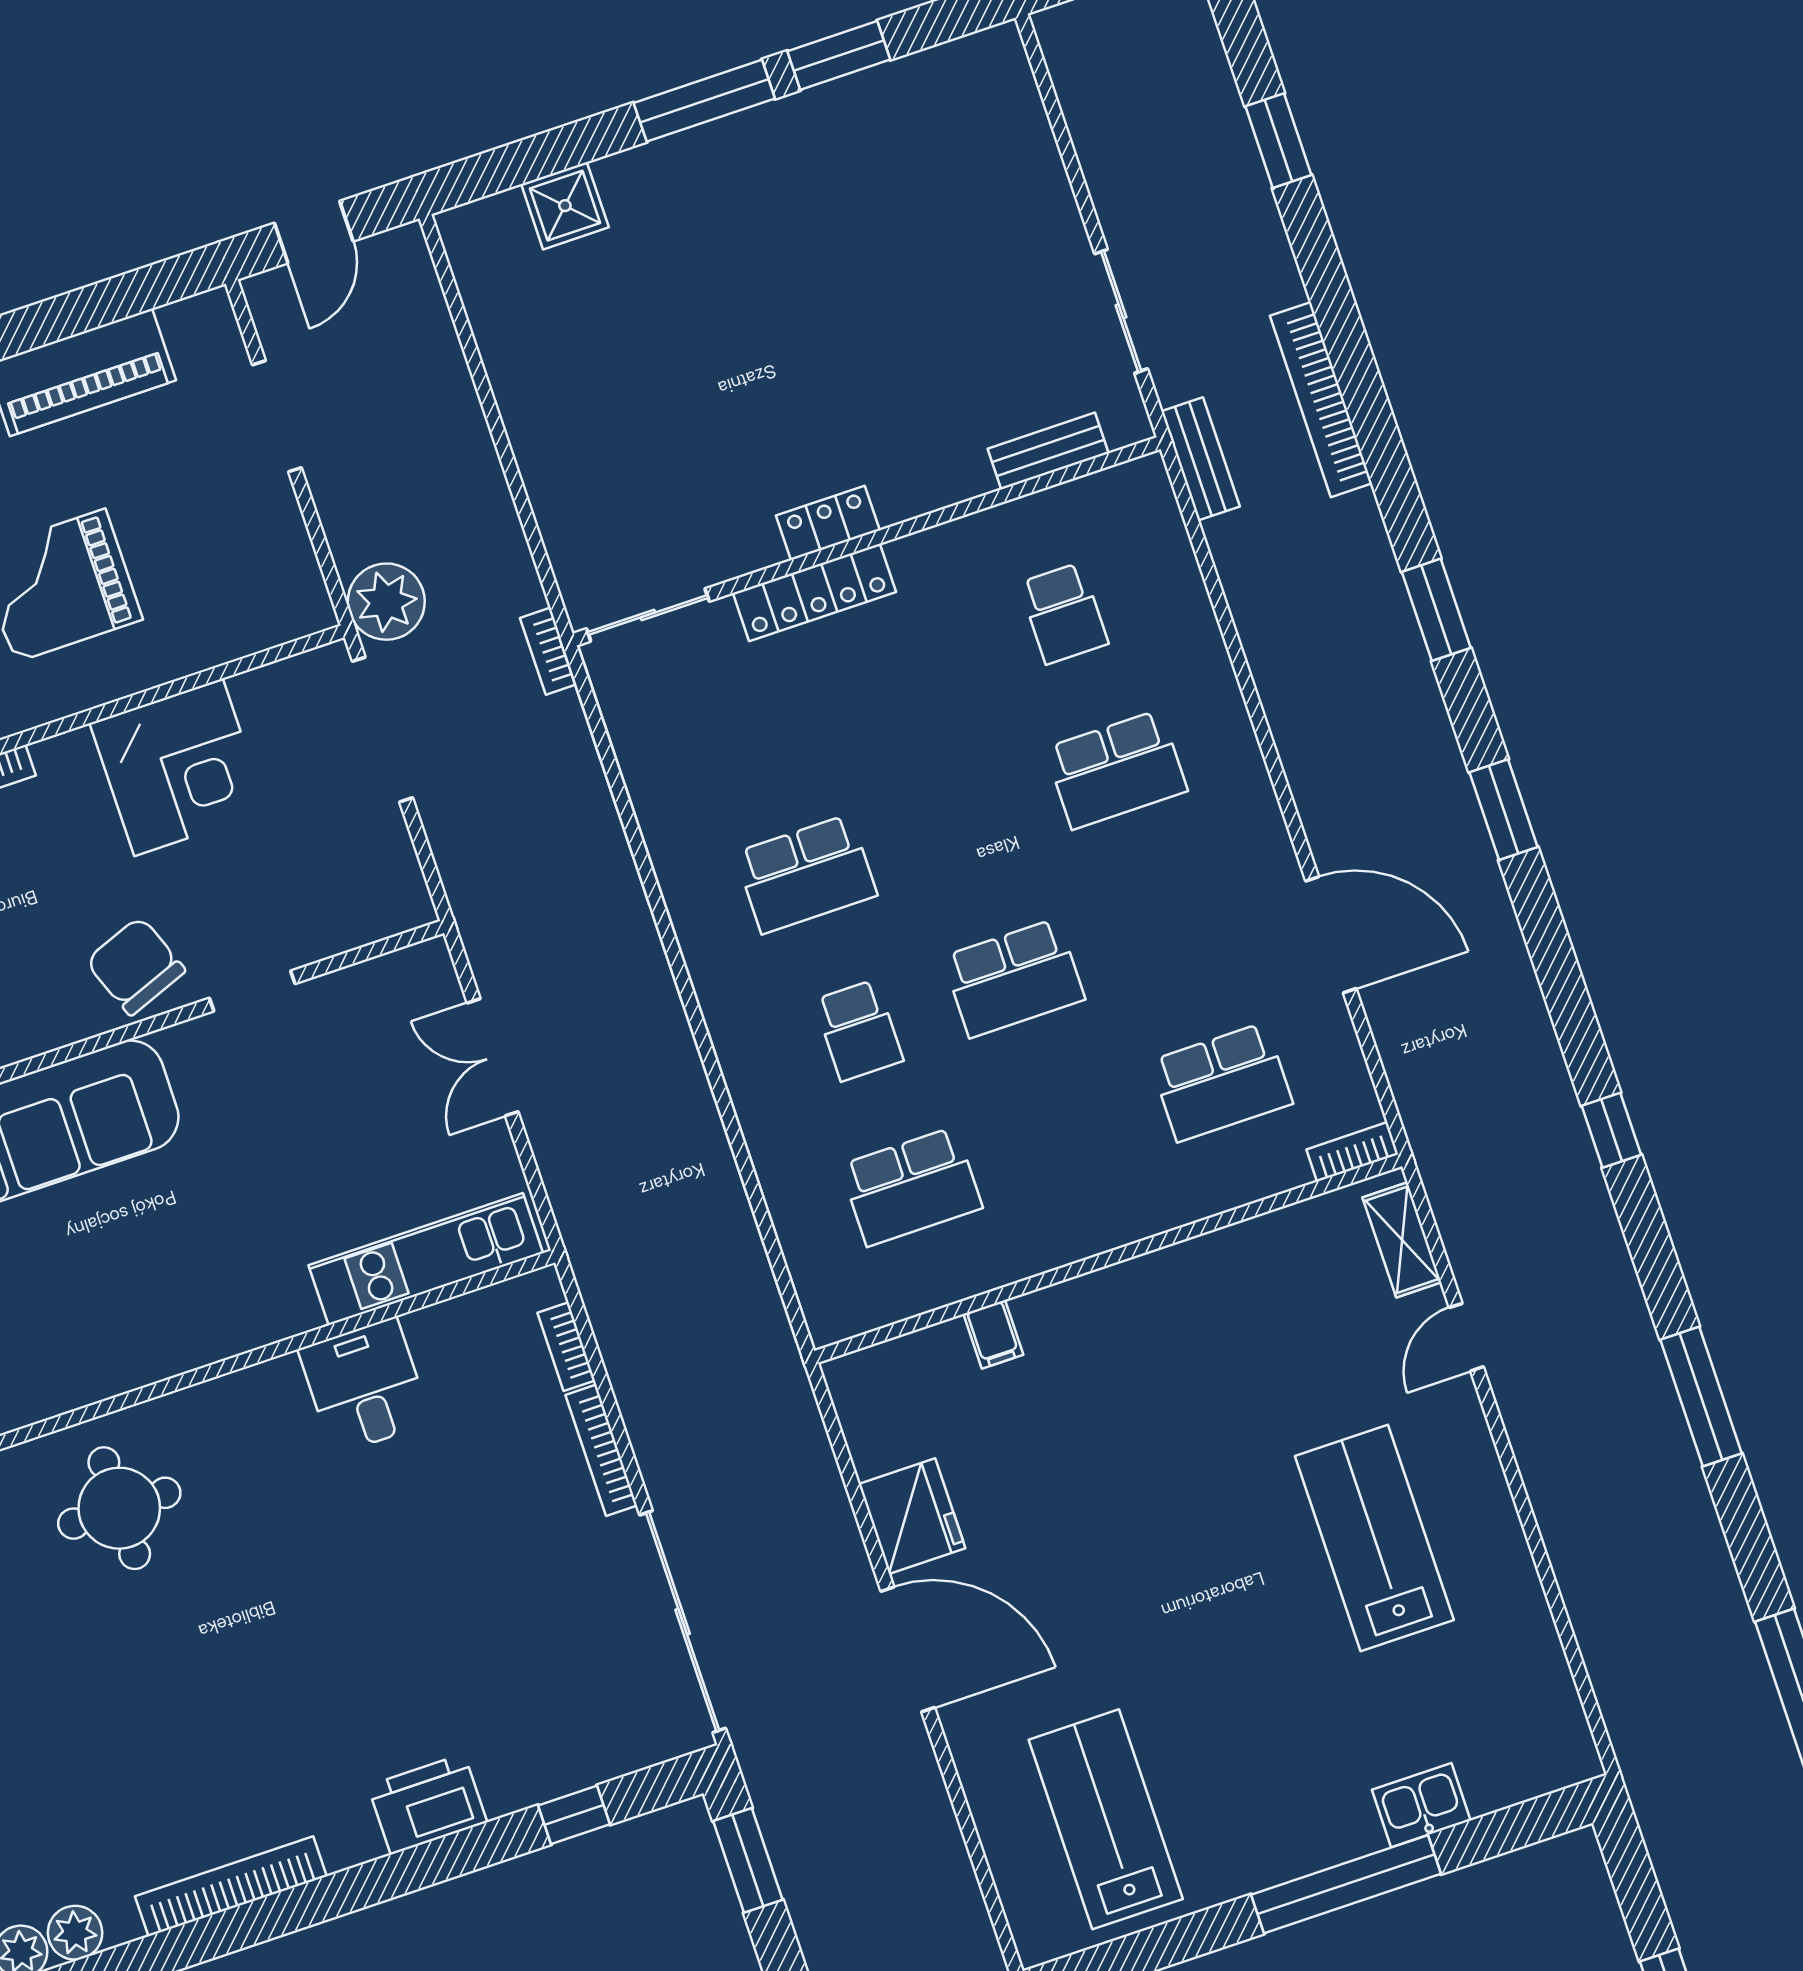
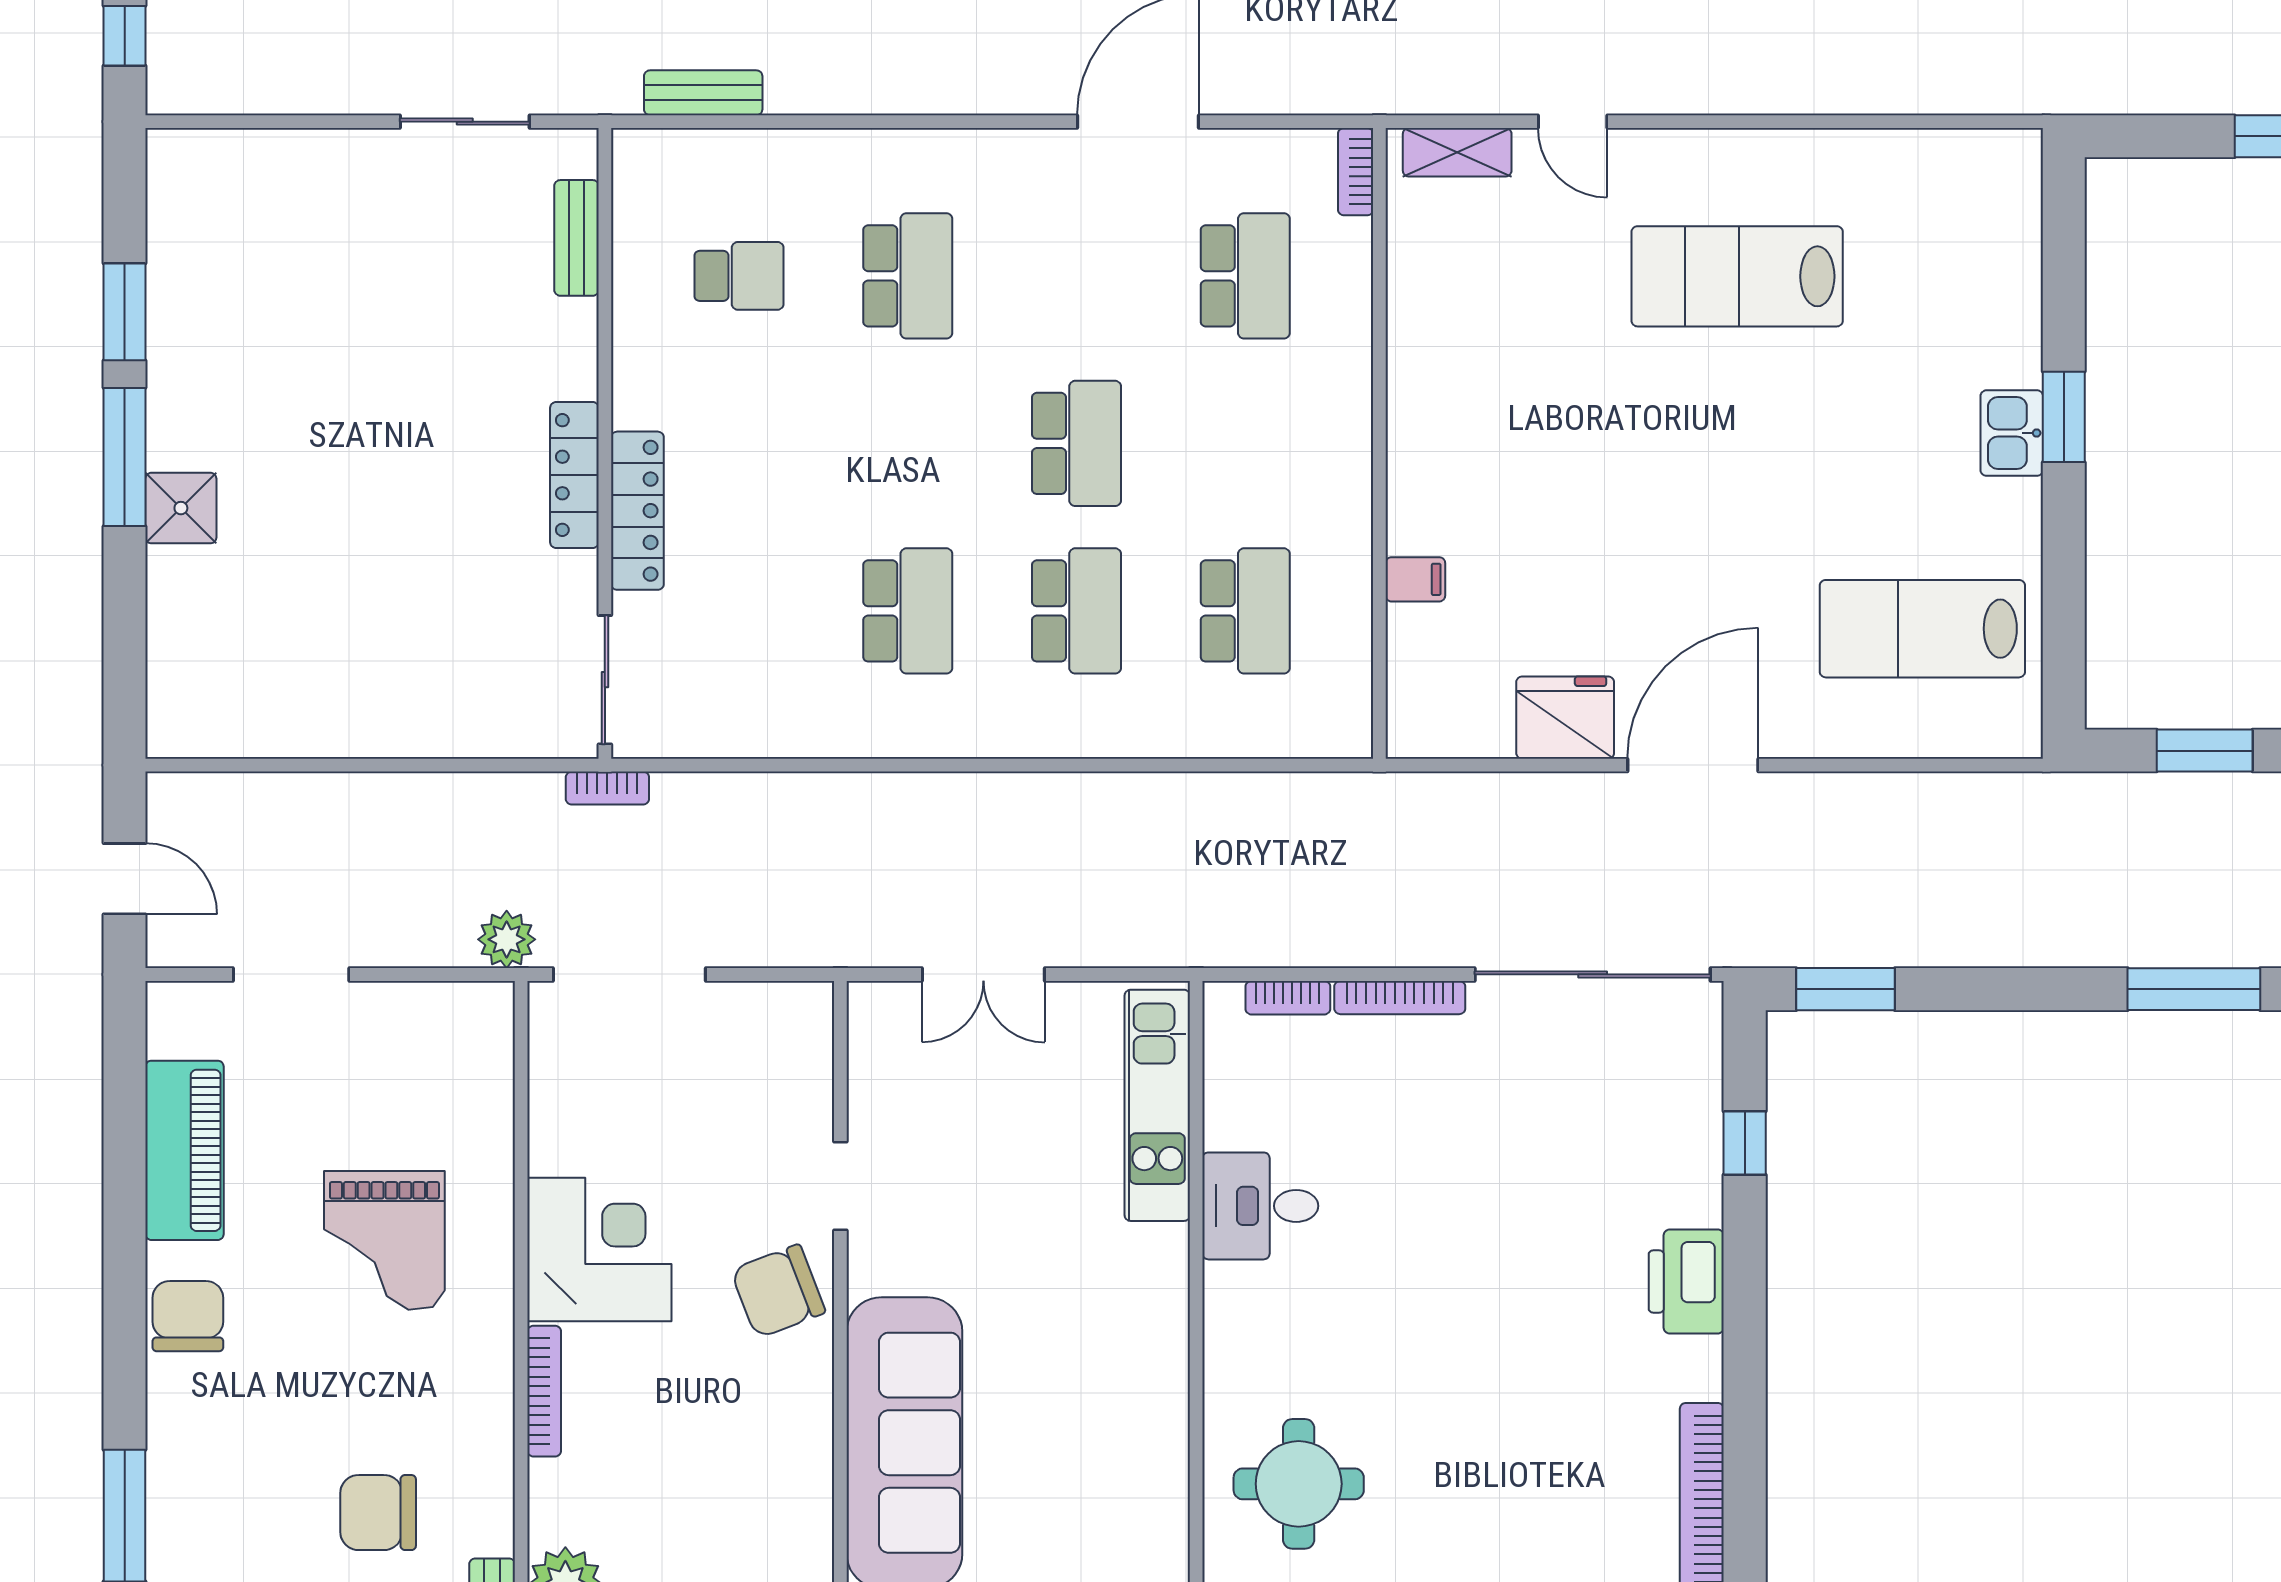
shower: (565, 206) -> (181, 508), moved
bench: (1200, 459) -> (703, 93), moved
locker: (828, 523) -> (574, 475), width x1.53
plant: (386, 602) -> (507, 939), width x0.73, depth x0.73
corner desk: (178, 767) -> (599, 1250), moved
school desk: (859, 1030) -> (1077, 611), width x1.85
kitchen sink: (1421, 1805) -> (2012, 433), moved
window: (1346, 1884) -> (2064, 417), width x0.47

